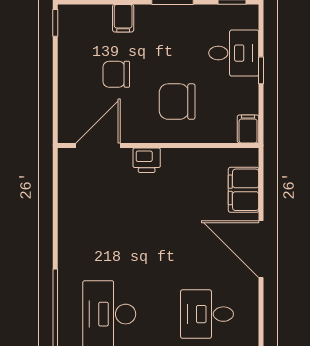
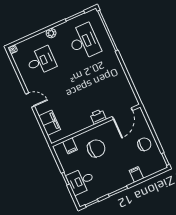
chair: (116, 74) -> (144, 144), moved
filing cabinet: (248, 129) -> (70, 146), moved
door: (261, 249) -> (30, 100), width x0.53

